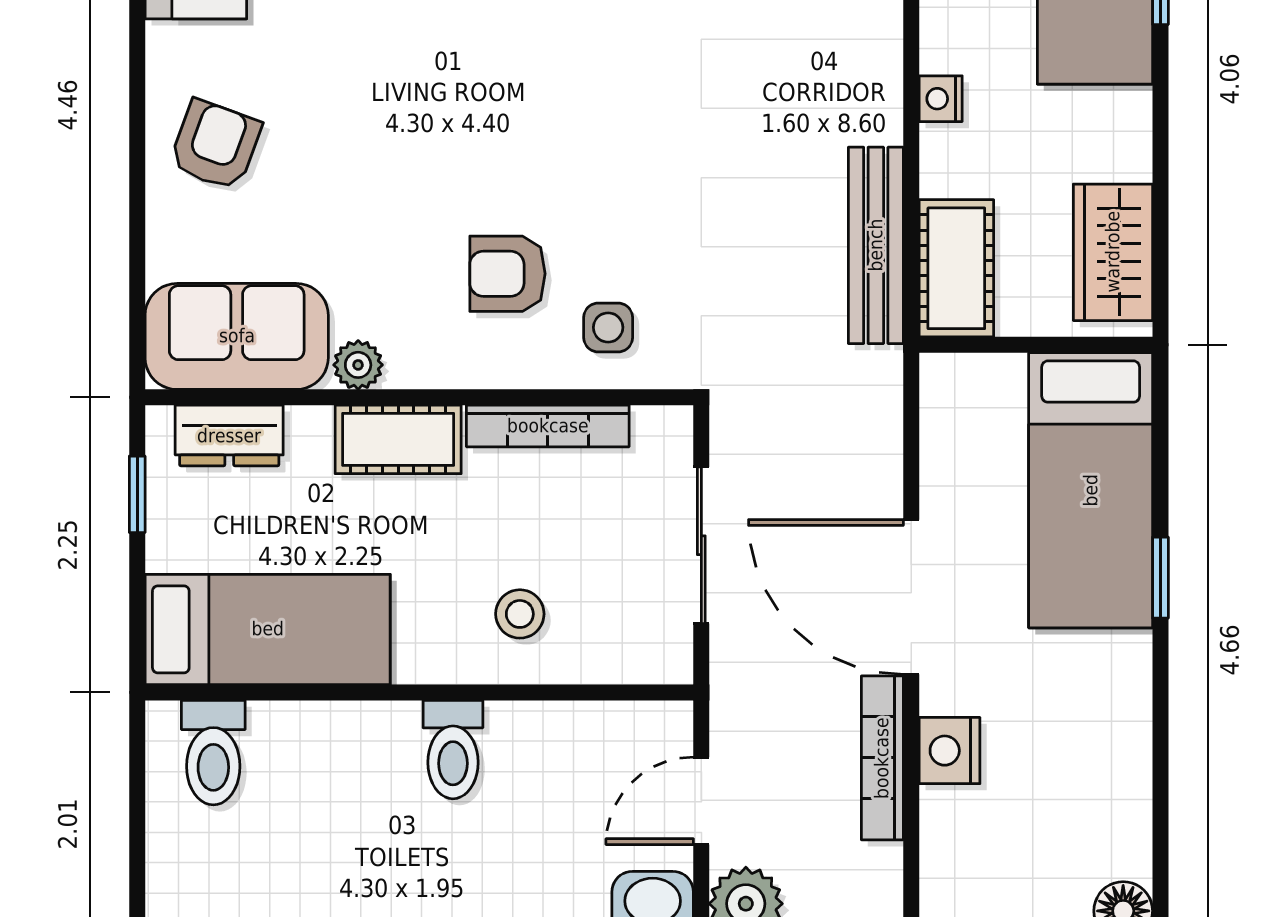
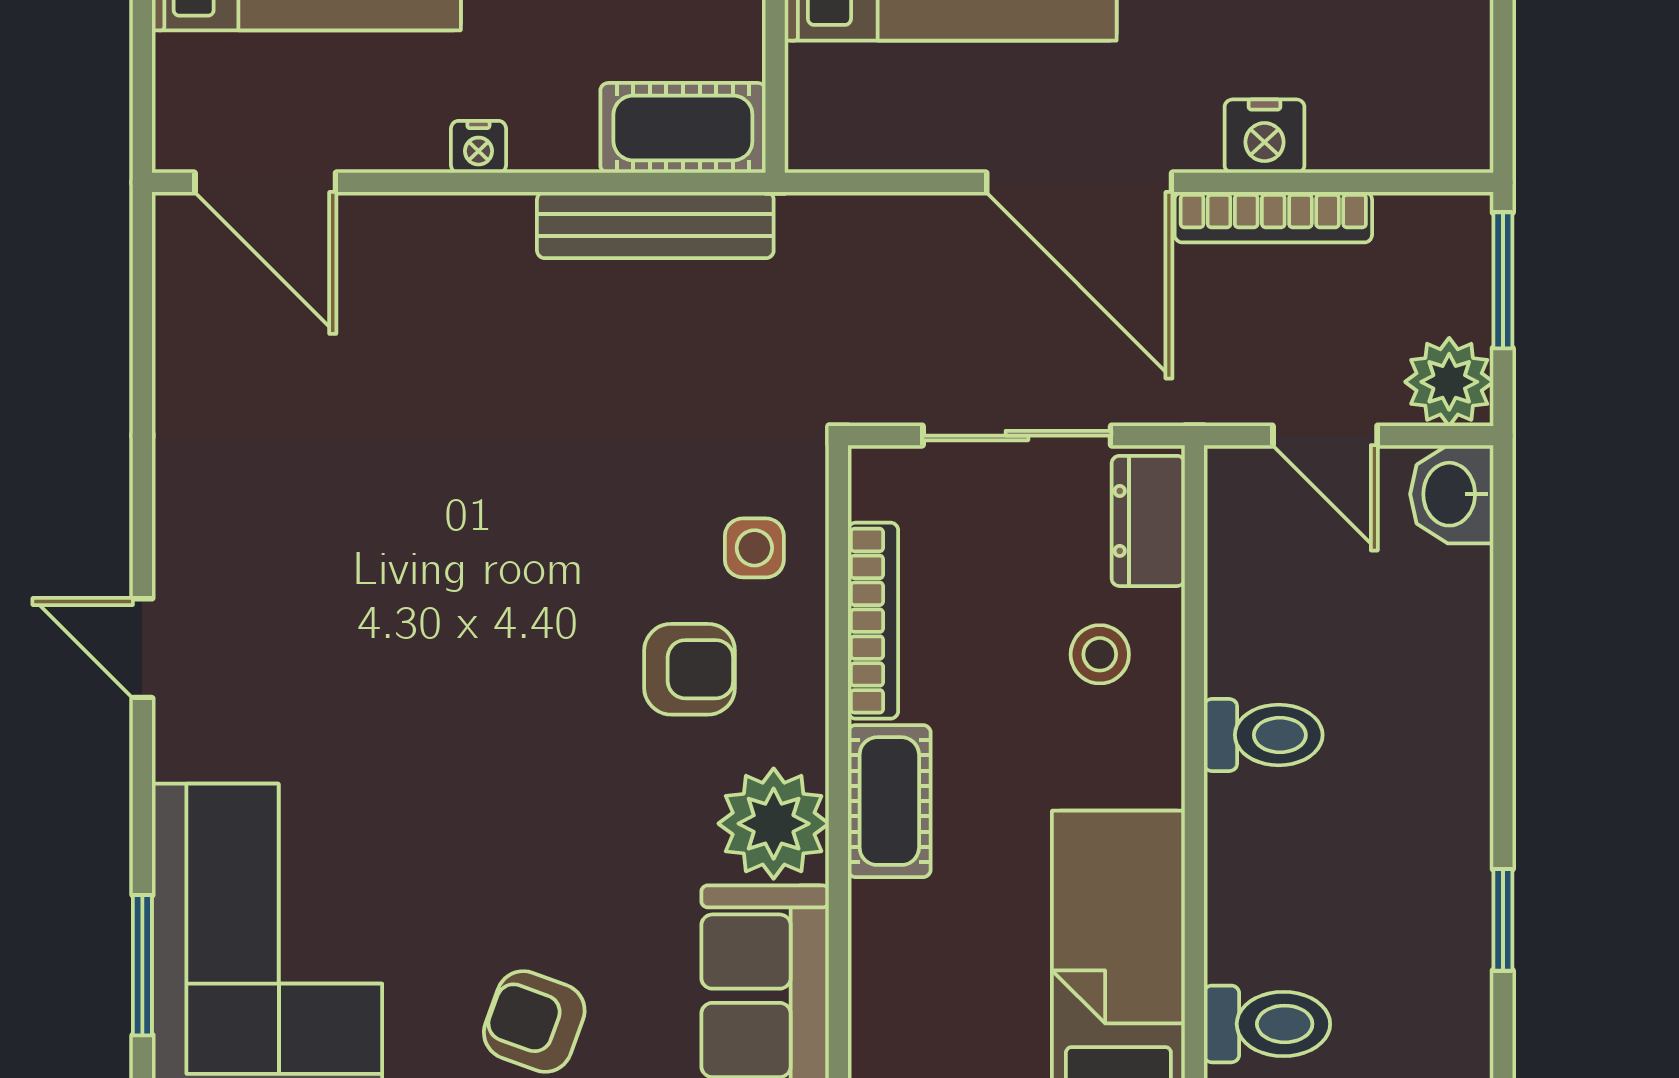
armchair: (507, 274) -> (690, 669), turned -90
plant: (358, 365) -> (774, 824), width x1.88, depth x1.88
dresser: (229, 436) -> (1148, 521), moved, turned 180
door: (911, 597) -> (1079, 182), hinge flipped

